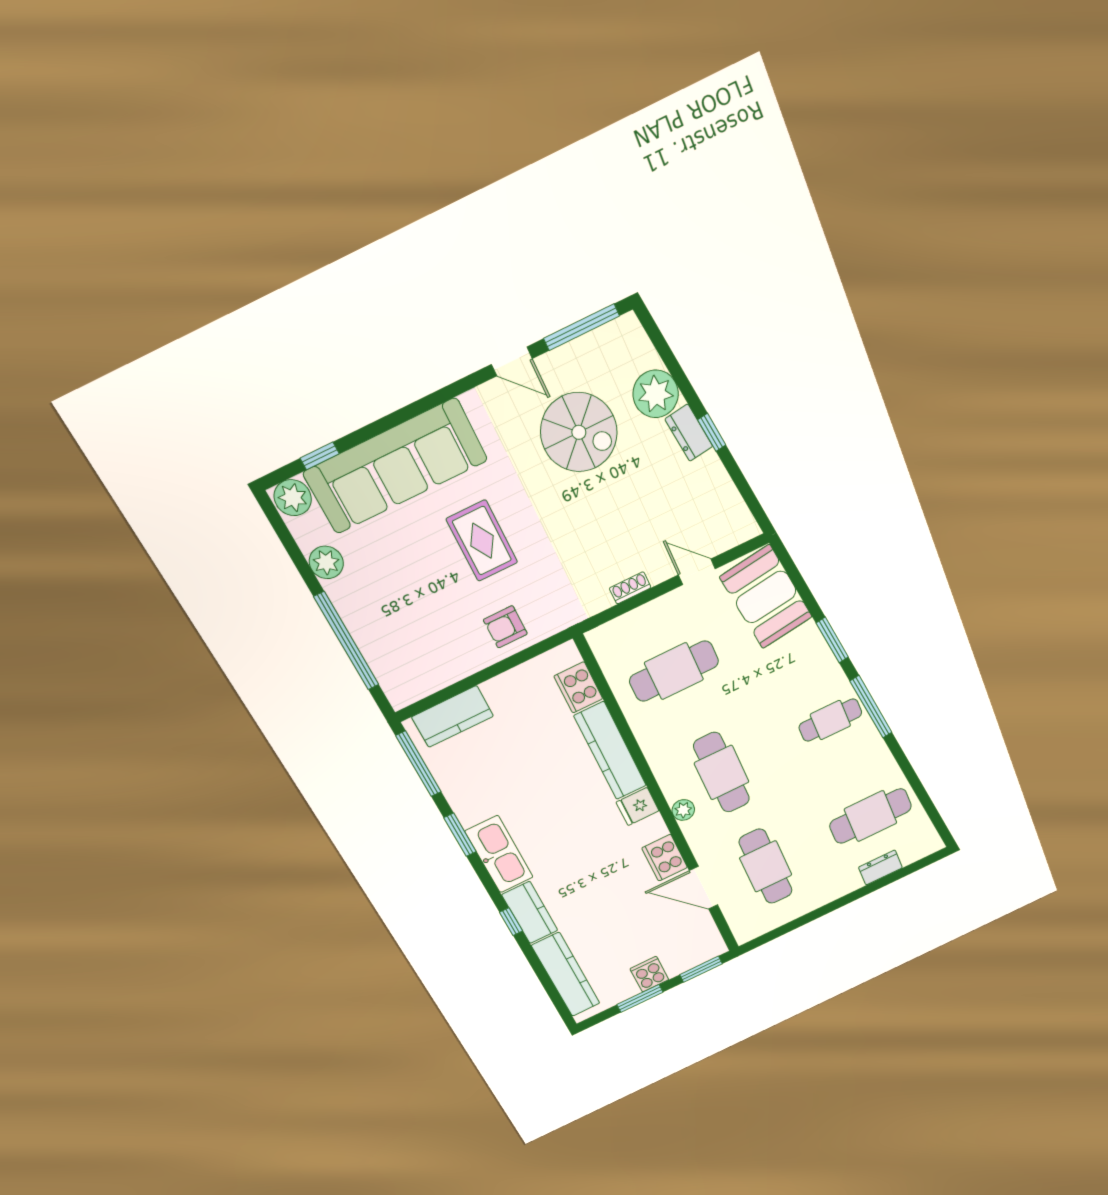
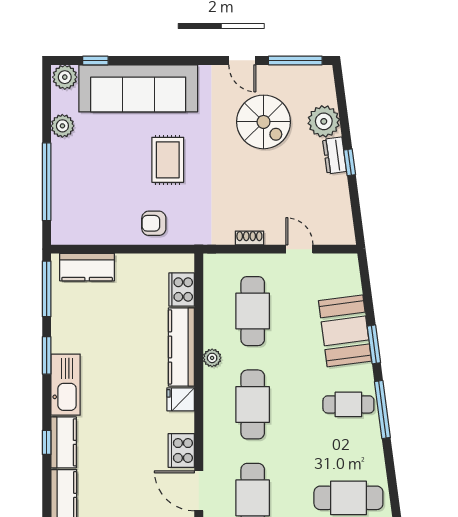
booth: (766, 597) -> (345, 331), moved
cafe table: (674, 671) -> (253, 311), turned 90
plant: (683, 810) -> (212, 358), moved

